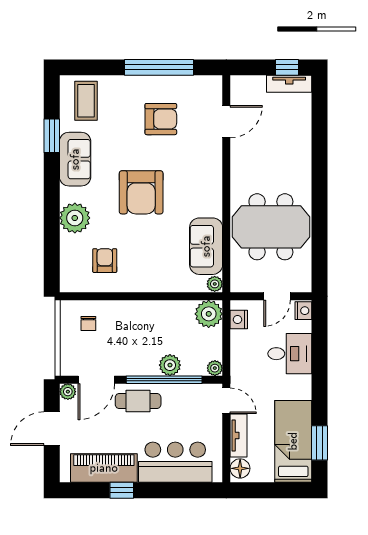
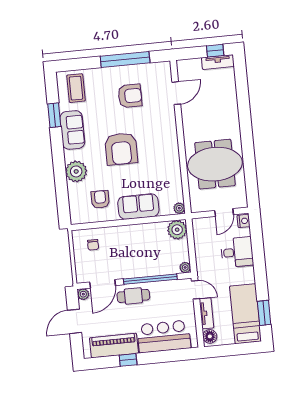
sofa: (206, 246) -> (138, 207), moved, turned 90
nightstand: (239, 320) -> (199, 232), removed
plant: (170, 365) -> (153, 268), removed

